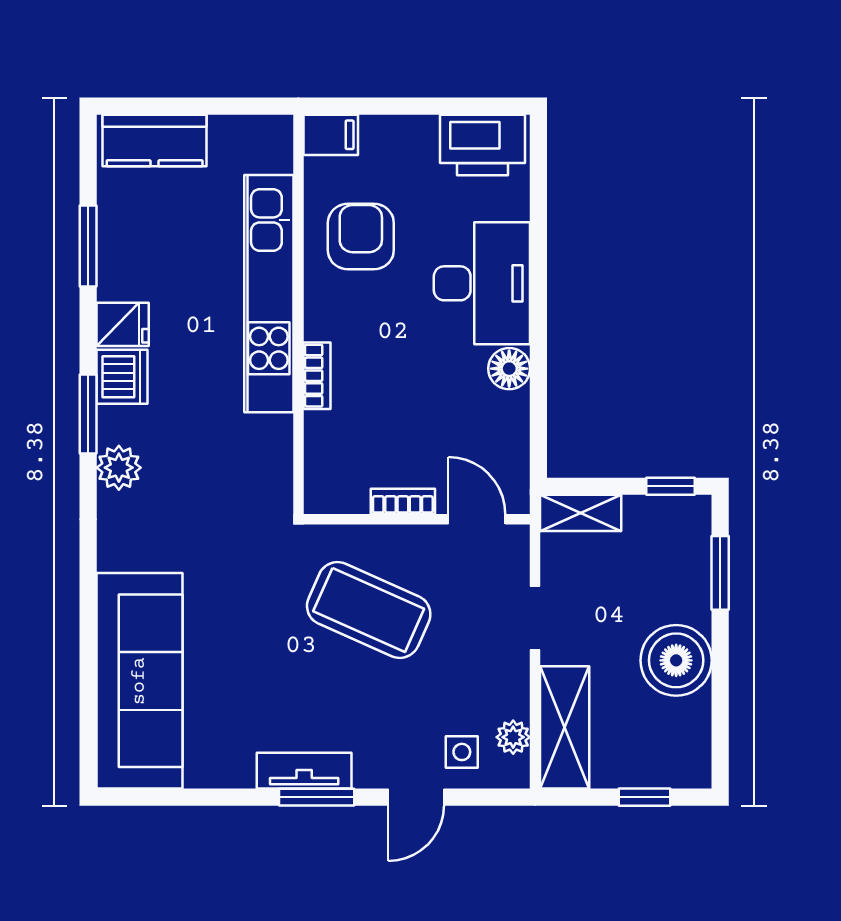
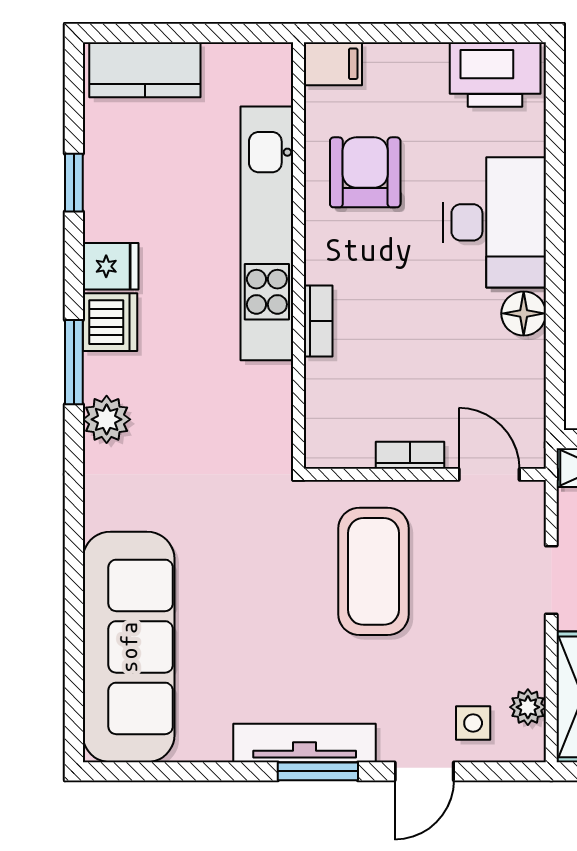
window: (88, 246) -> (74, 183), width x0.67
coffee table: (369, 610) -> (374, 571), turned 66
tv unit: (304, 771) -> (305, 743), width x1.41

